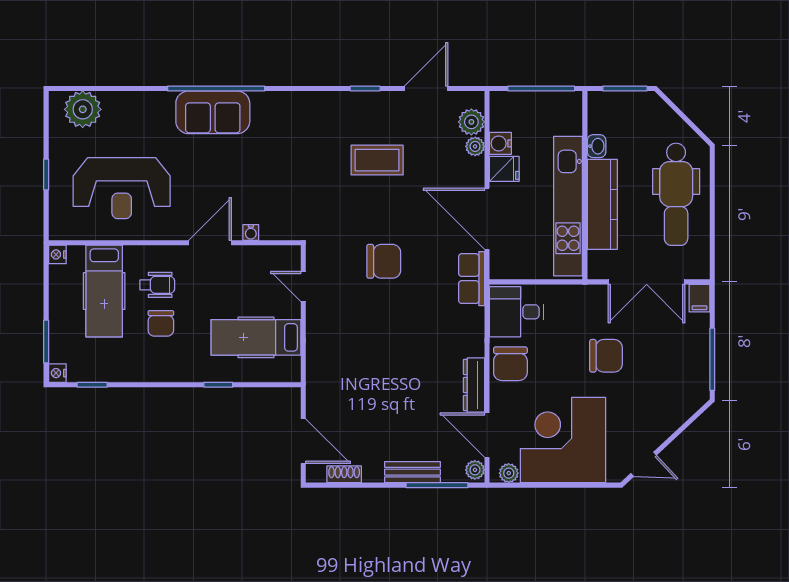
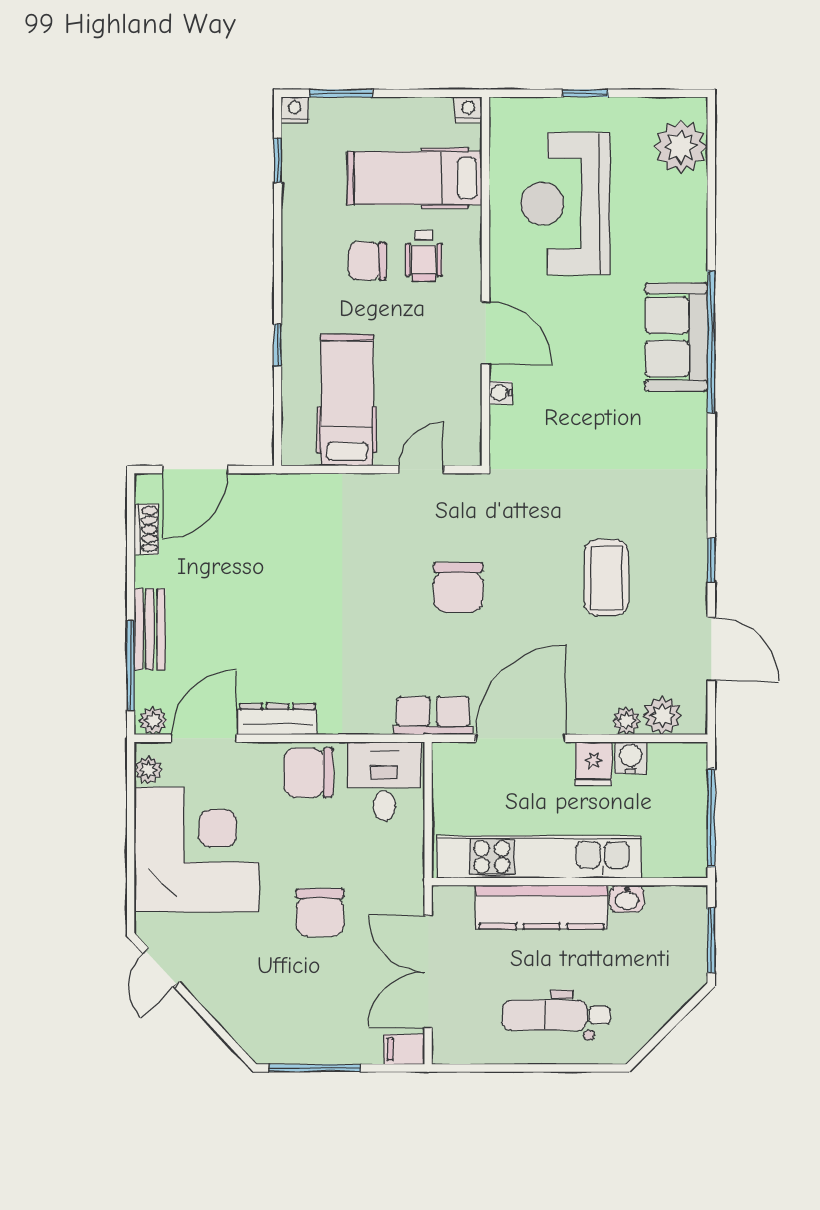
dental chair: (676, 194) -> (556, 1015), width x0.73, depth x0.72

